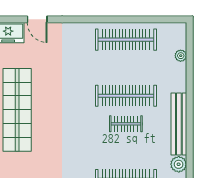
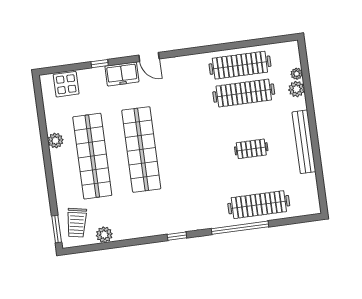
clothes rail: (126, 96) -> (244, 93), moved
plant: (179, 164) -> (297, 89), moved

